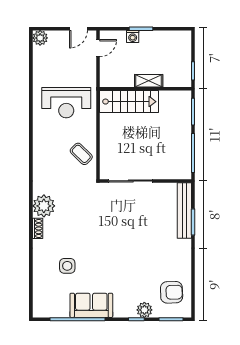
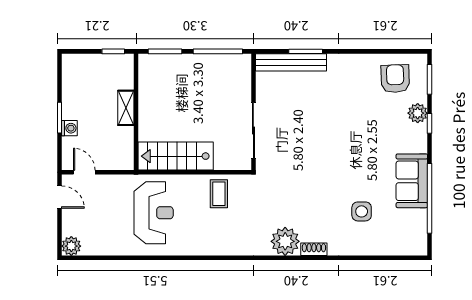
stairs: (129, 102) -> (176, 156), moved, turned -90
coffee table: (81, 154) -> (219, 194), turned -44

